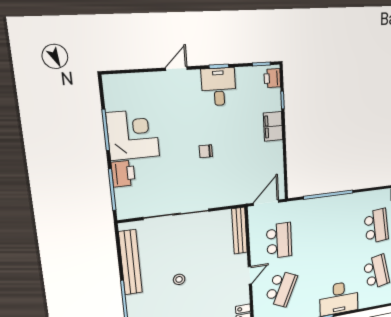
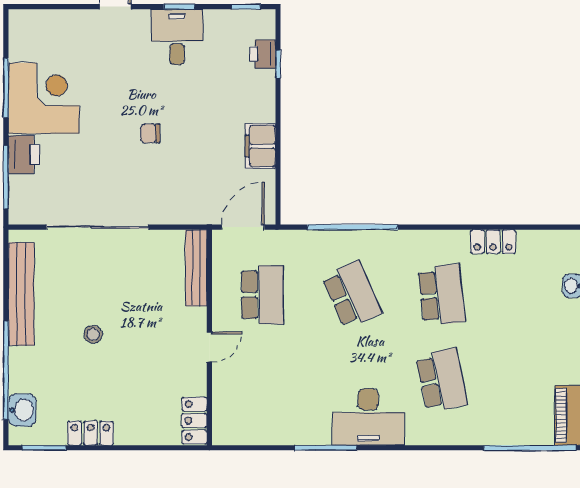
printer: (272, 78) -> (263, 54), moved
filing cabinet: (273, 126) -> (260, 146), moved
school desk: (281, 289) -> (352, 295), moved, turned -48

